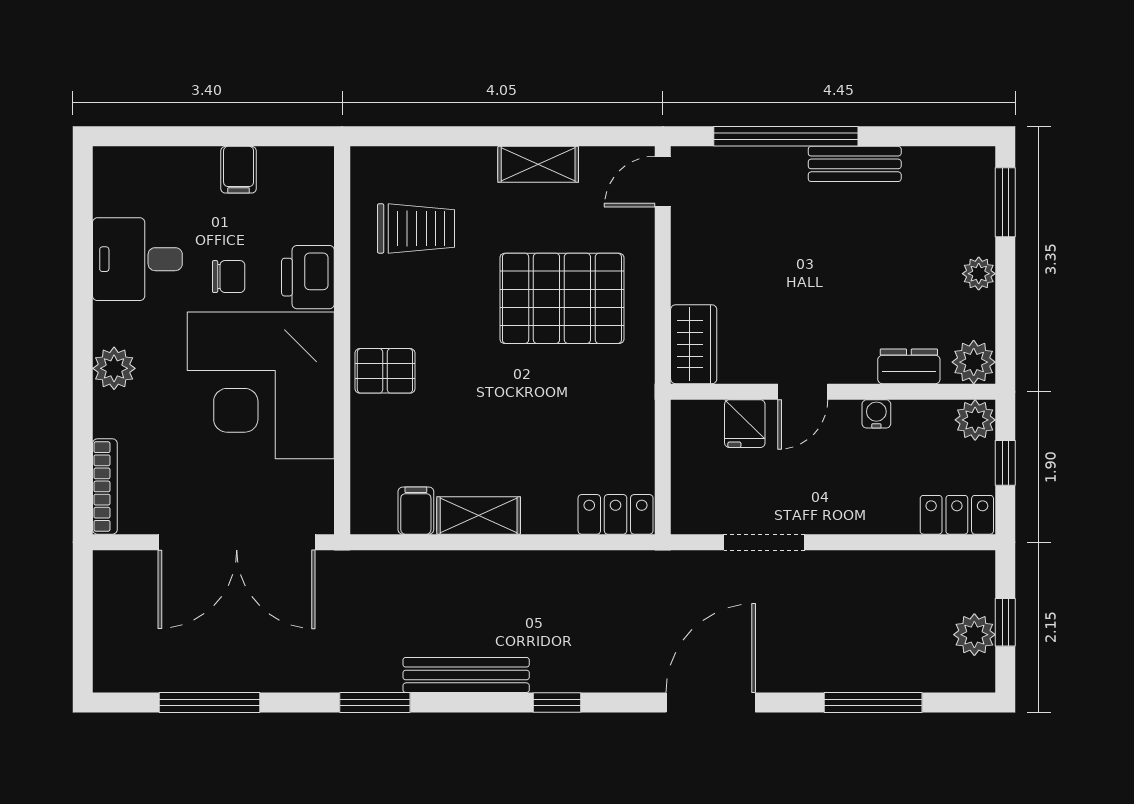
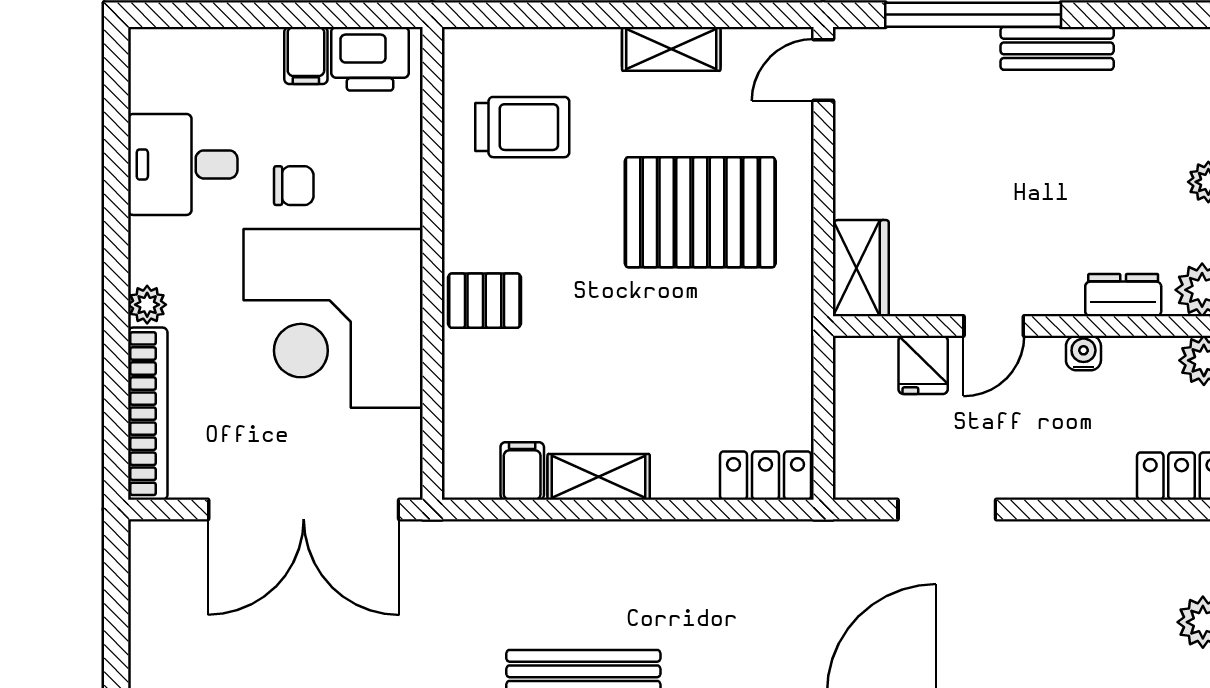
printer: (308, 277) -> (370, 59), moved, turned -90
plant: (114, 368) -> (147, 305), width x0.73, depth x0.73
bookcase: (105, 486) -> (148, 414), width x1.48, depth x1.31

